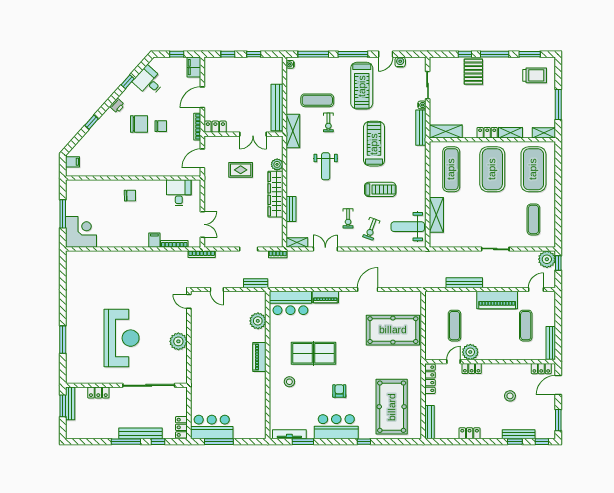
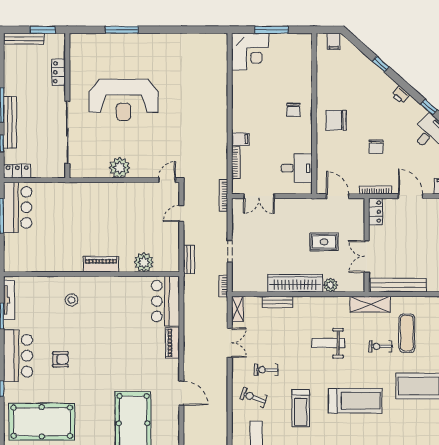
chair: (139, 124) -> (336, 120), moved, turned 90
rug: (241, 170) -> (324, 242), turned 90
table tennis table: (313, 353) -> (105, 329), removed
bench: (70, 403) -> (24, 39), moved

